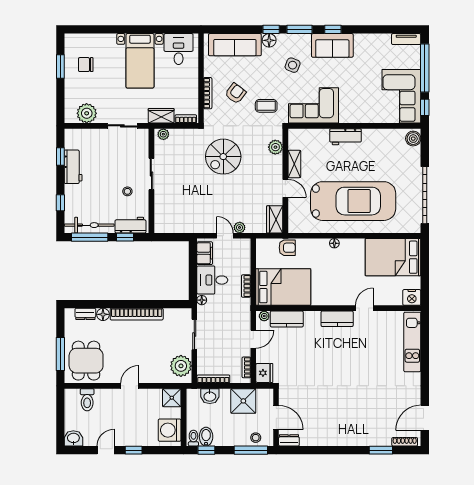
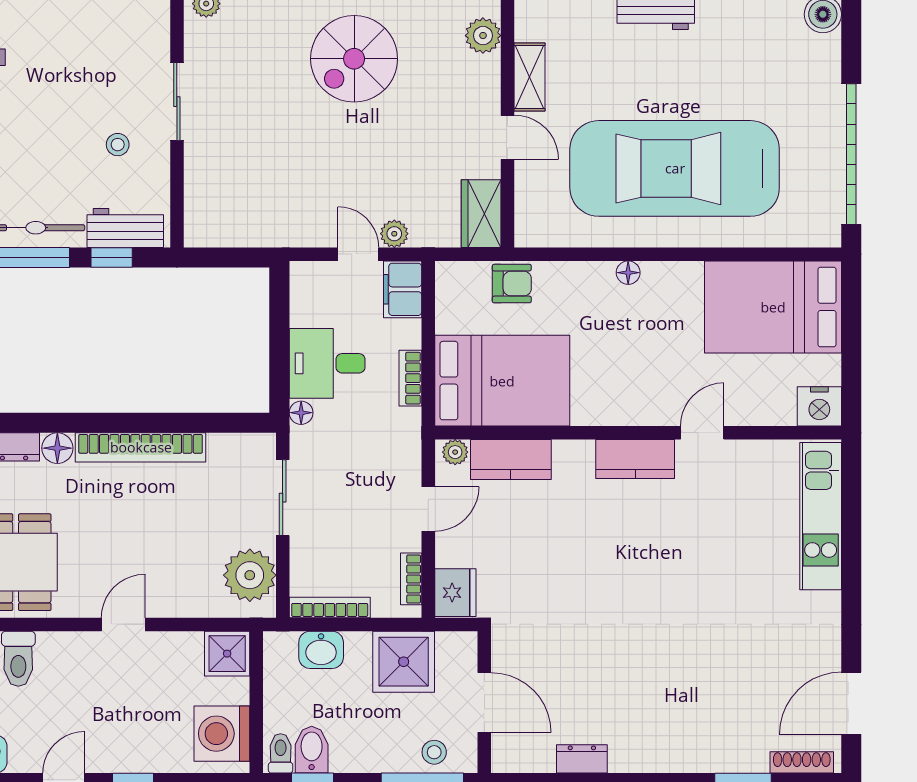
car: (353, 201) -> (675, 168), turned 180
filing cabinet: (205, 253) -> (403, 289), moved, turned 180
dresser: (289, 440) -> (582, 759), moved

